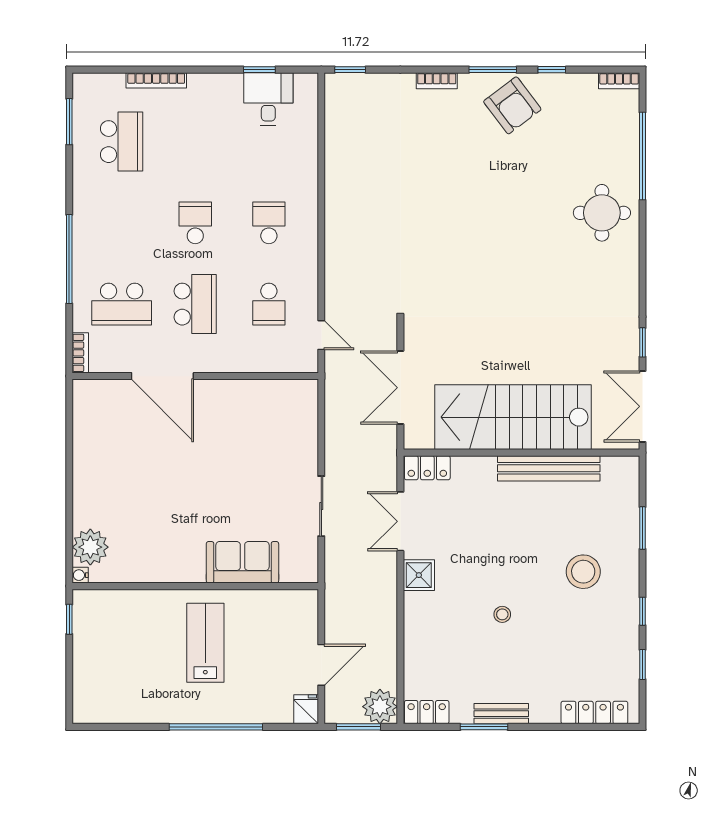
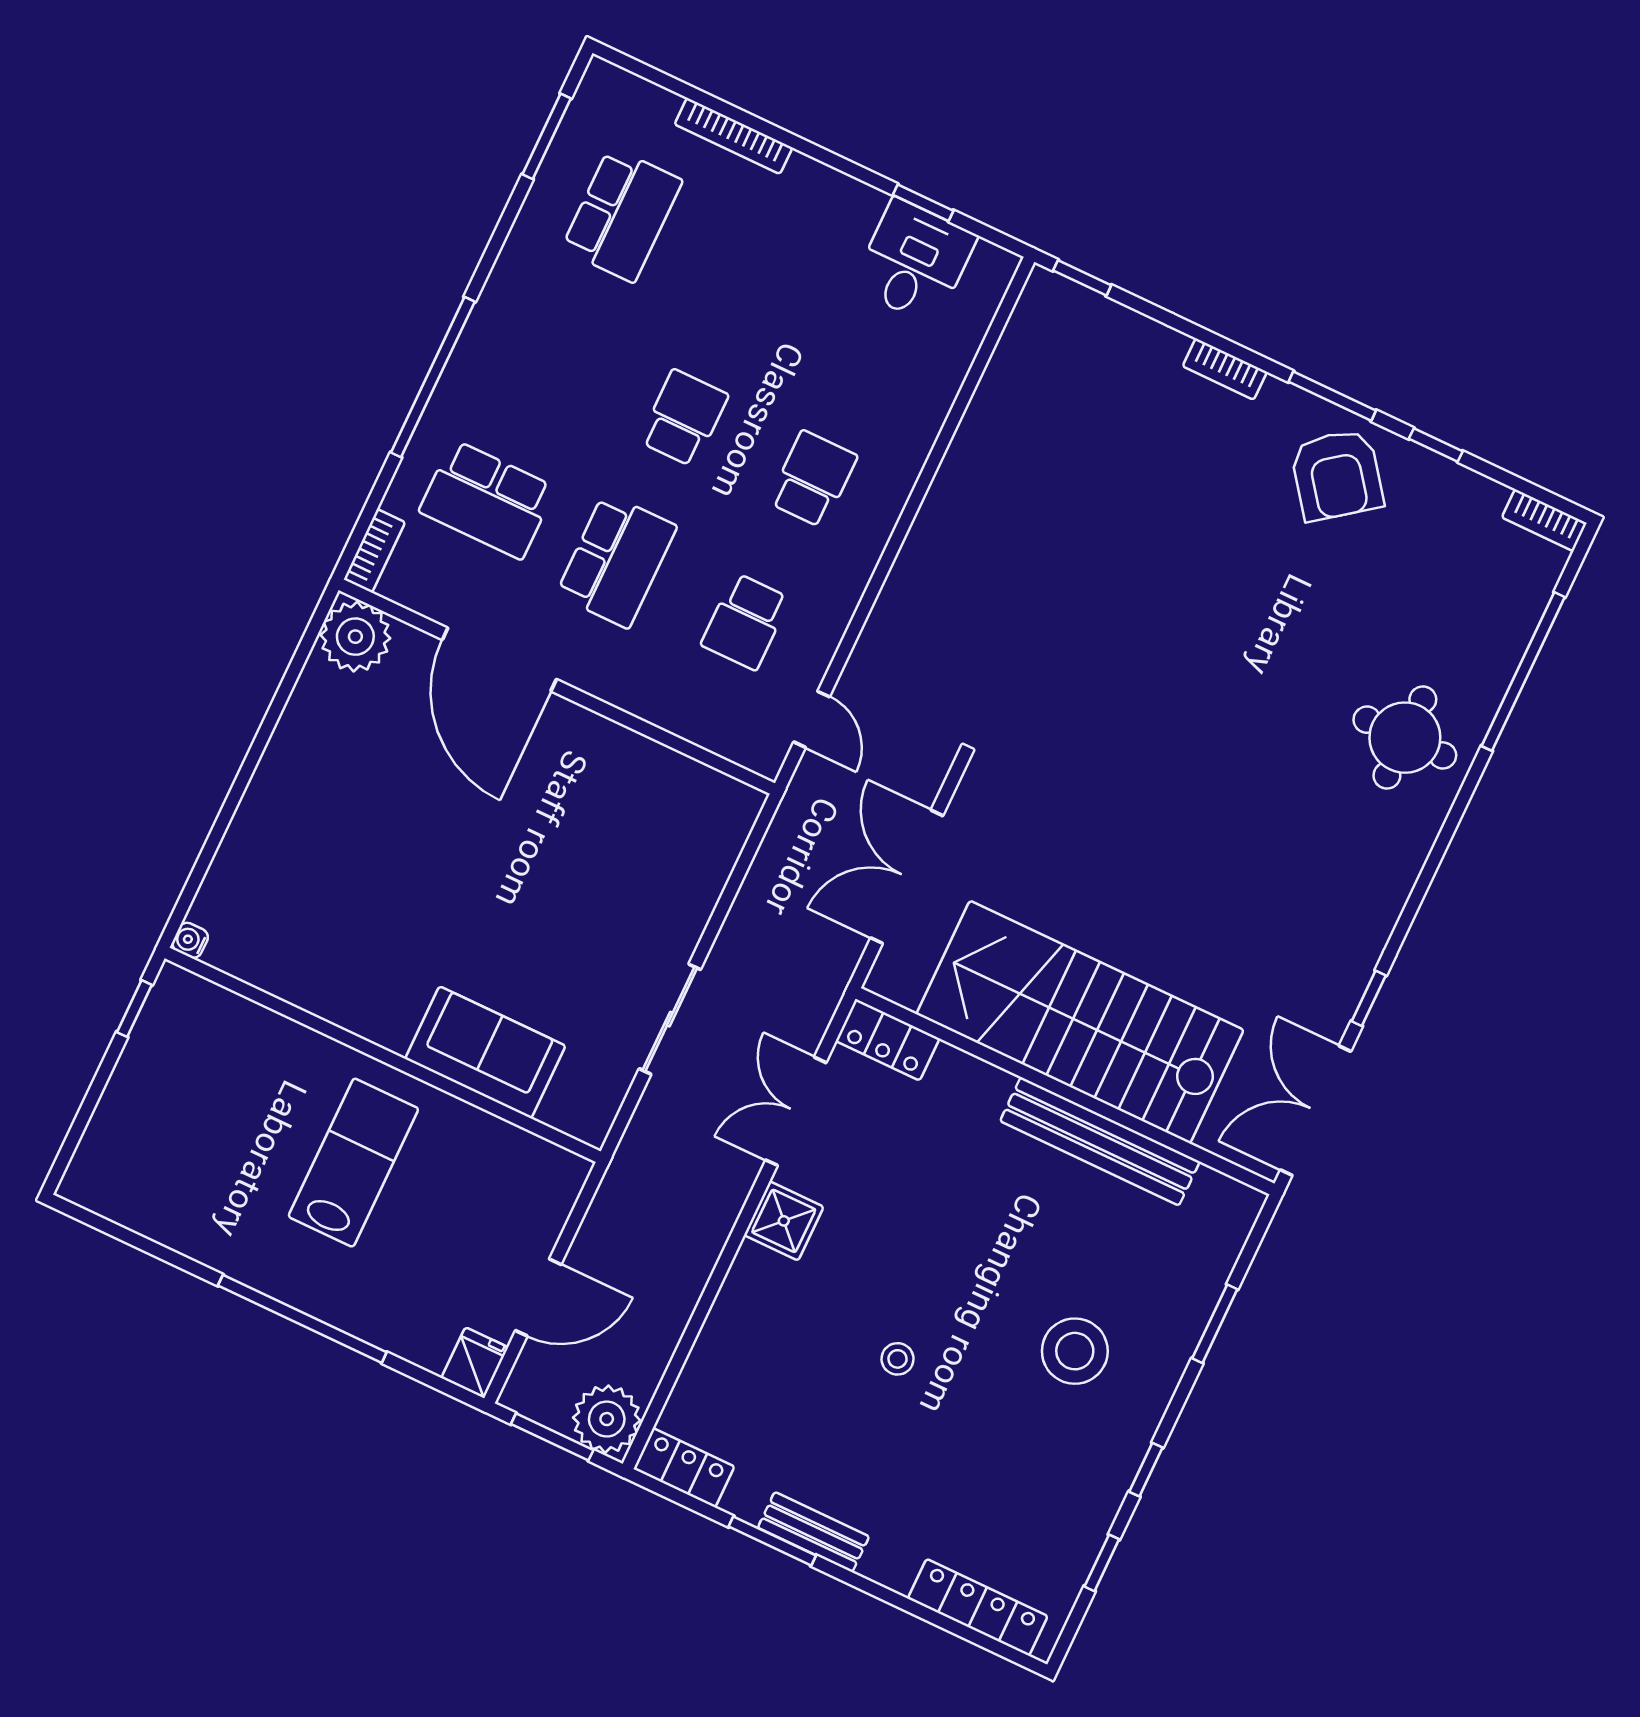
plant: (90, 547) -> (355, 637), moved

